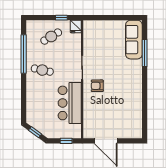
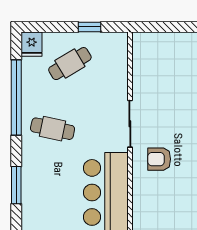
fridge: (76, 26) -> (32, 44), moved
window: (24, 99) -> (16, 185), added

